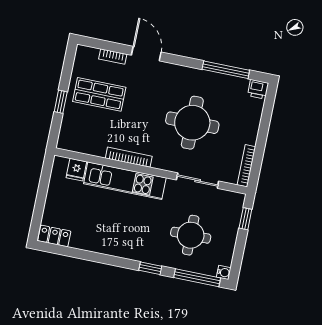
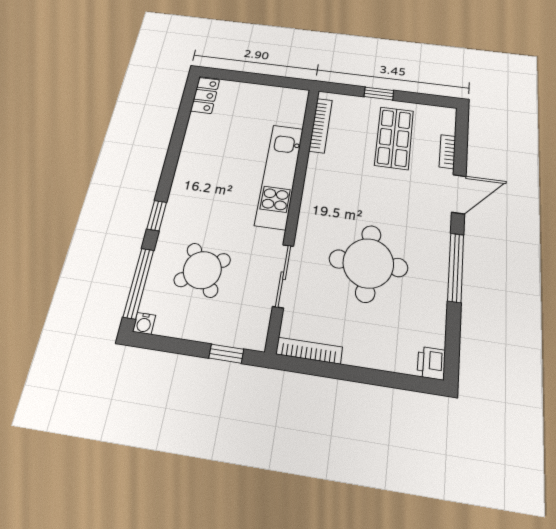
window: (226, 70) -> (456, 267), moved
bookcase: (129, 157) -> (321, 125), moved
fridge: (76, 170) -> (292, 116), removed
round table: (191, 235) -> (202, 270), turned -34

